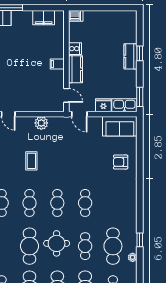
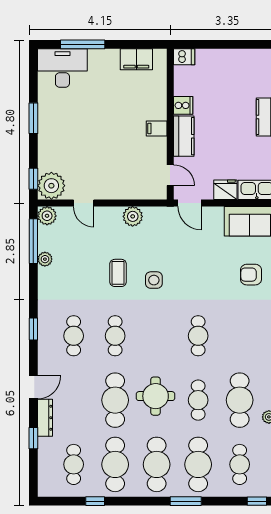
side table: (55, 166) -> (154, 280), added
cafe table: (57, 203) -> (157, 336), removed

